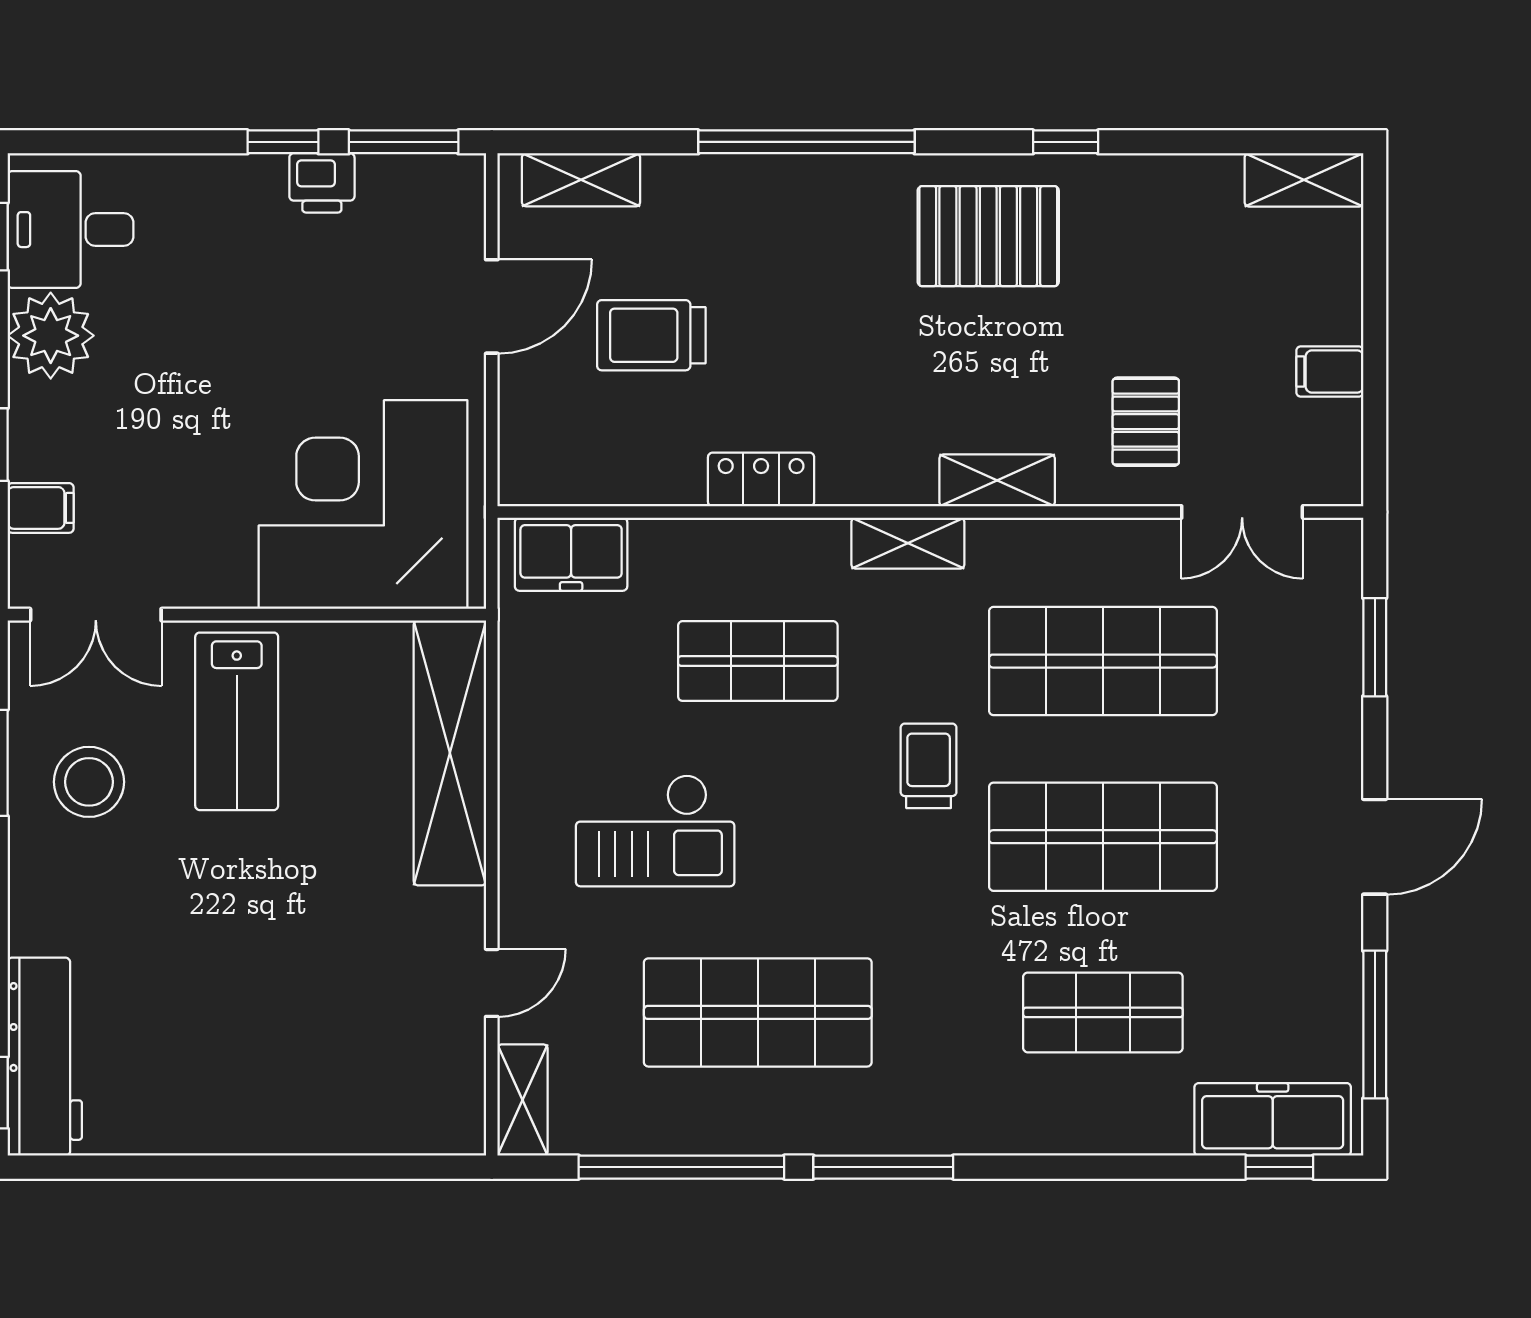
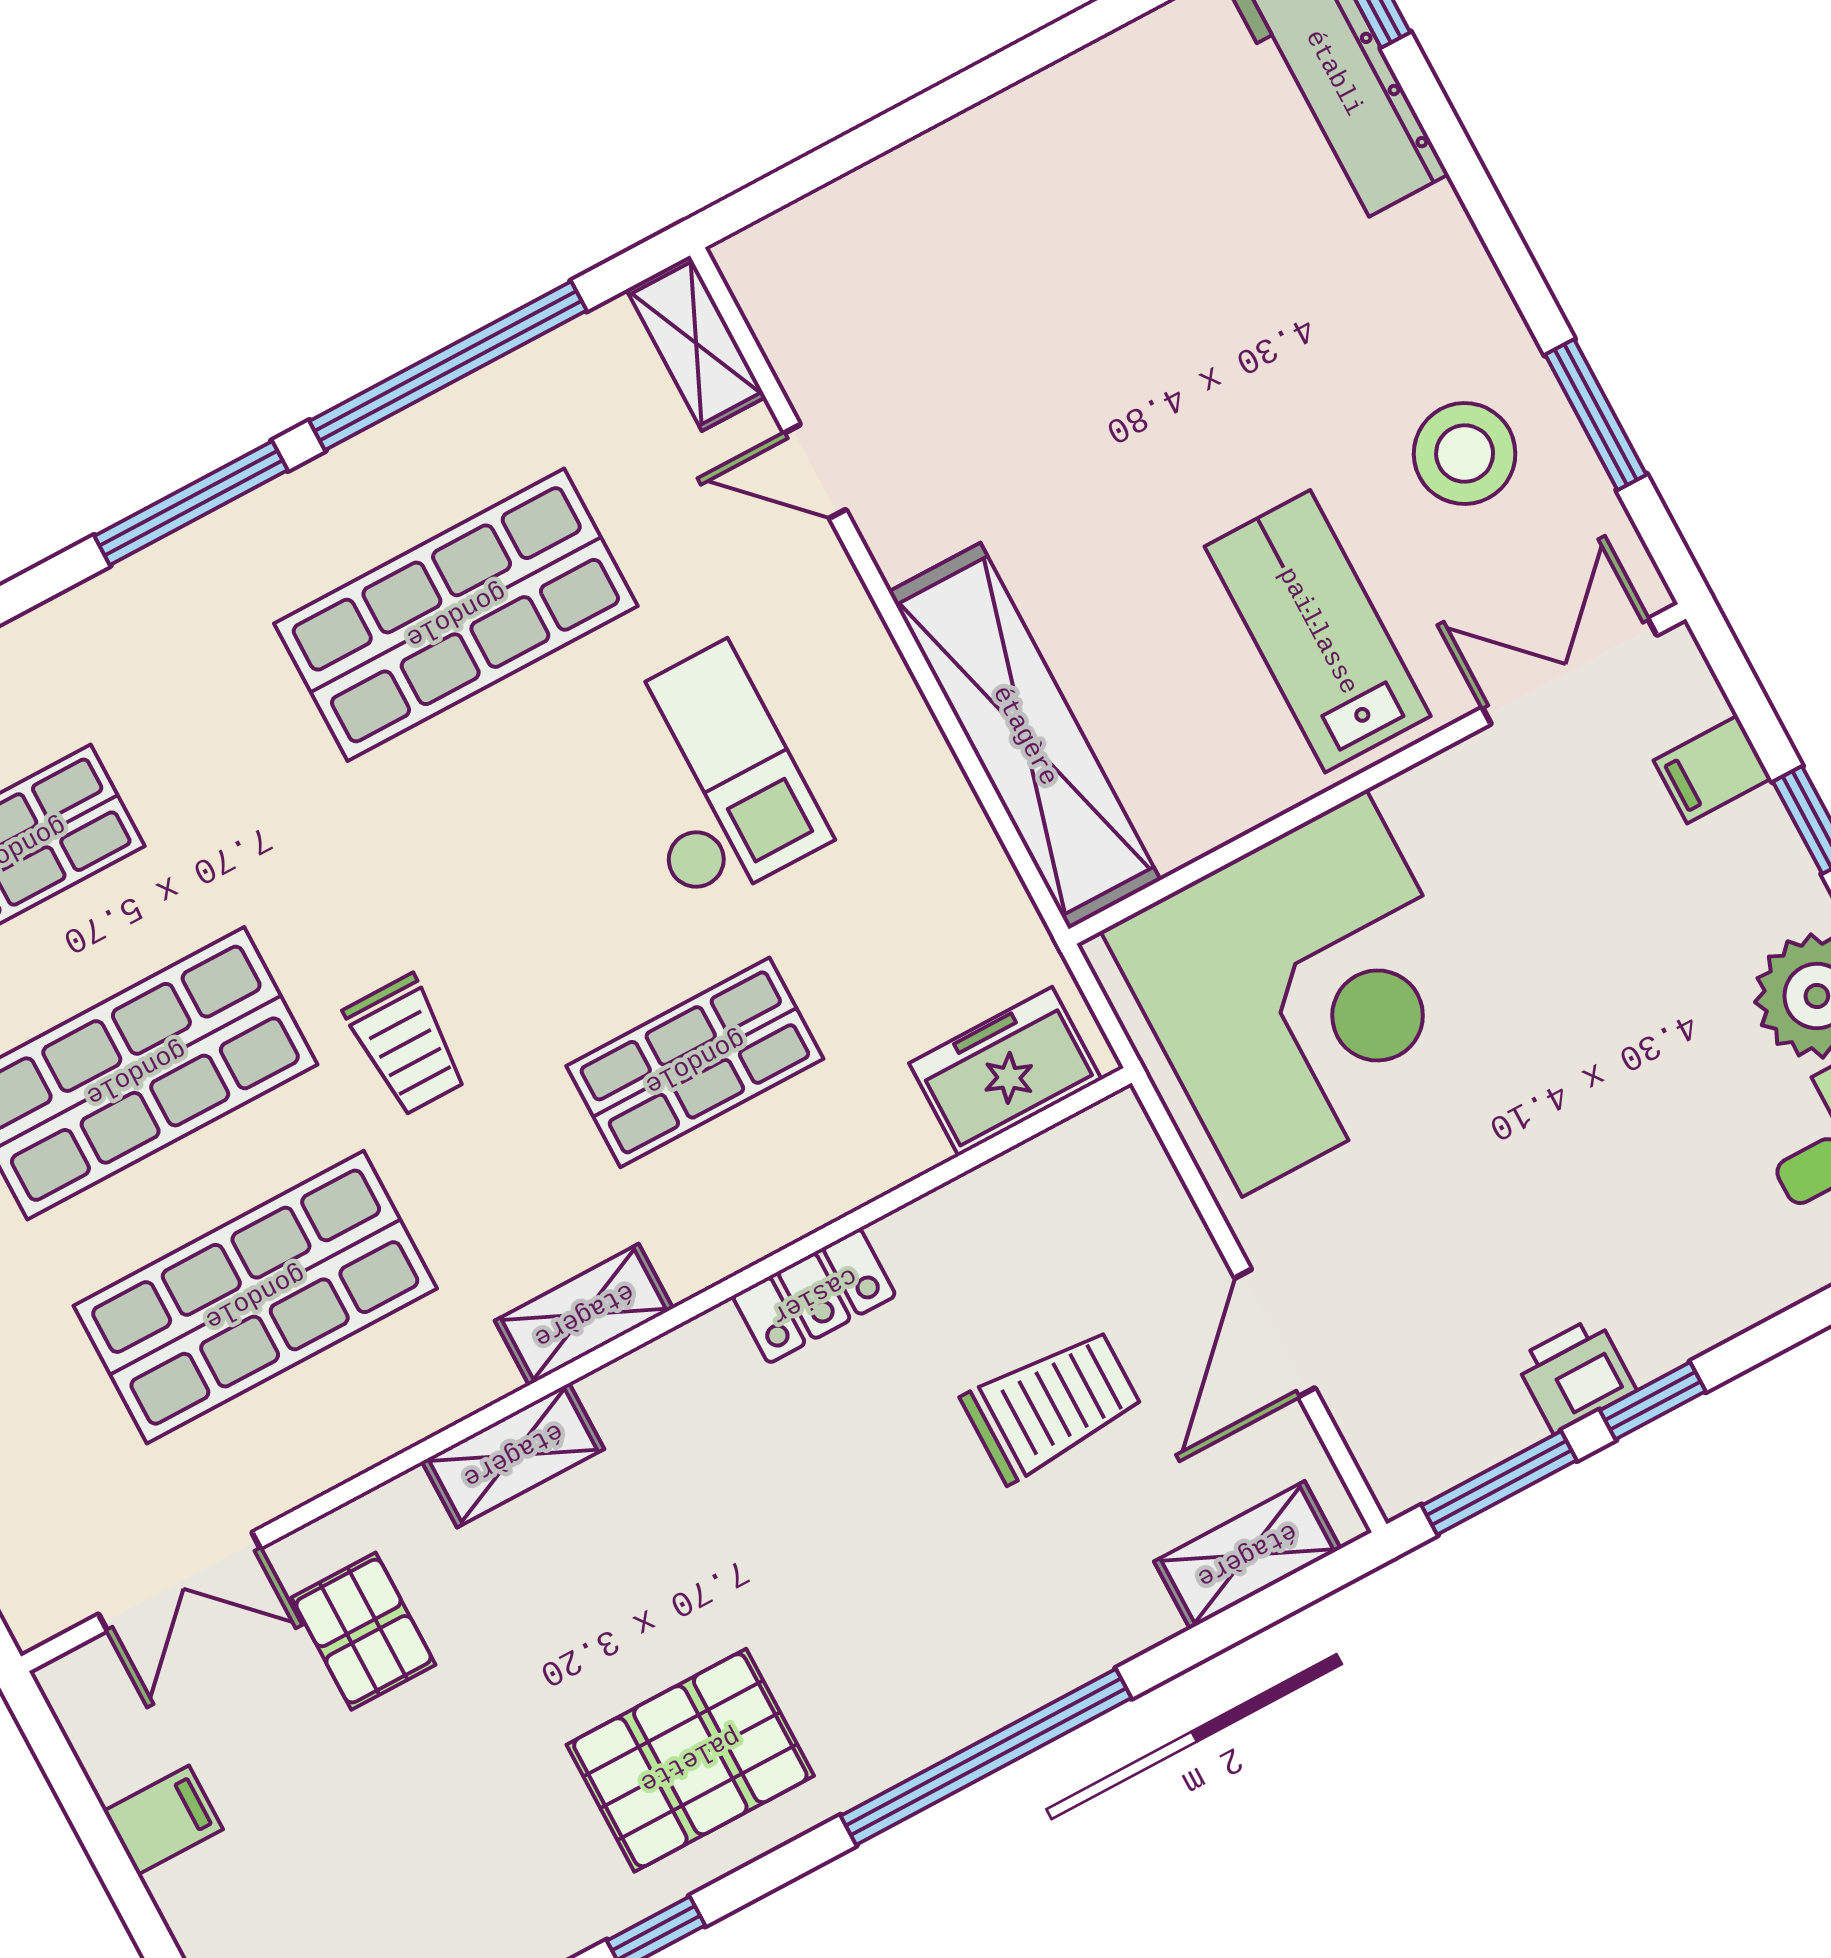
double door: (1242, 512) -> (179, 1581), swing flipped
checkout: (655, 831) -> (710, 777), turned 90
door: (492, 983) -> (815, 471), hinge flipped

